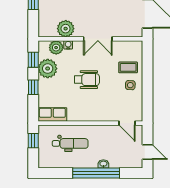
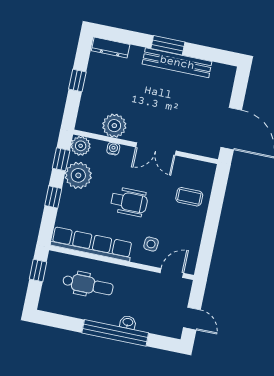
plant: (56, 48) -> (81, 146), moved
side table: (130, 85) -> (151, 244), moved
row of seats: (52, 114) -> (92, 244), width x2.02
door: (127, 123) -> (172, 273), swing flipped

